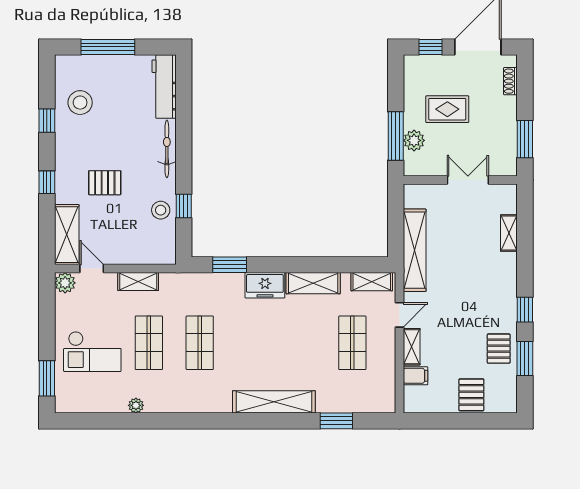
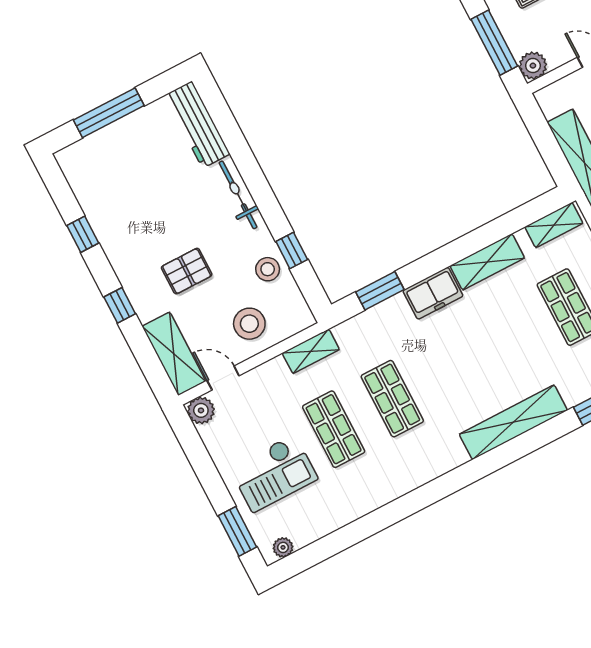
stool: (80, 103) -> (249, 324), moved
plant: (414, 140) -> (533, 66), moved
shelving: (138, 282) -> (311, 351), moved
plant: (136, 405) -> (283, 547), moved

